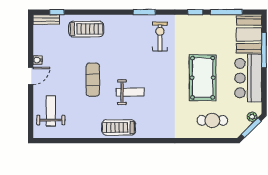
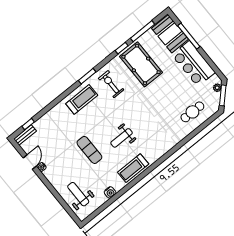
treadmill: (86, 29) -> (82, 99), moved
door: (31, 76) -> (30, 162), moved
pool table: (203, 78) -> (141, 64), moved
weight bench: (130, 92) -> (122, 138), turned 180
water cooler: (80, 132) -> (110, 192), added

